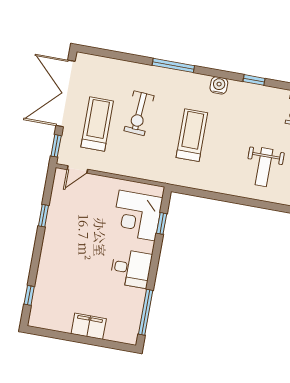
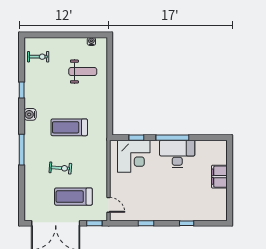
exercise bike: (139, 113) -> (60, 168), width x0.73, depth x0.72
desk: (131, 268) -> (177, 154), width x1.37
window: (29, 295) -> (187, 223), moved
window: (146, 312) -> (172, 138), moved

